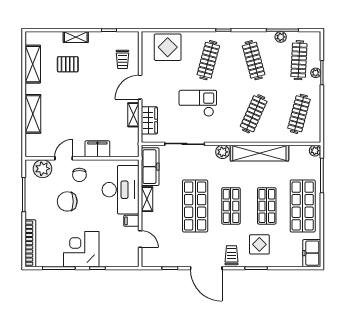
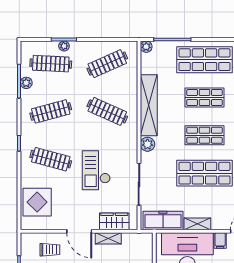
clothes rail: (299, 114) -> (107, 64), turned -39

